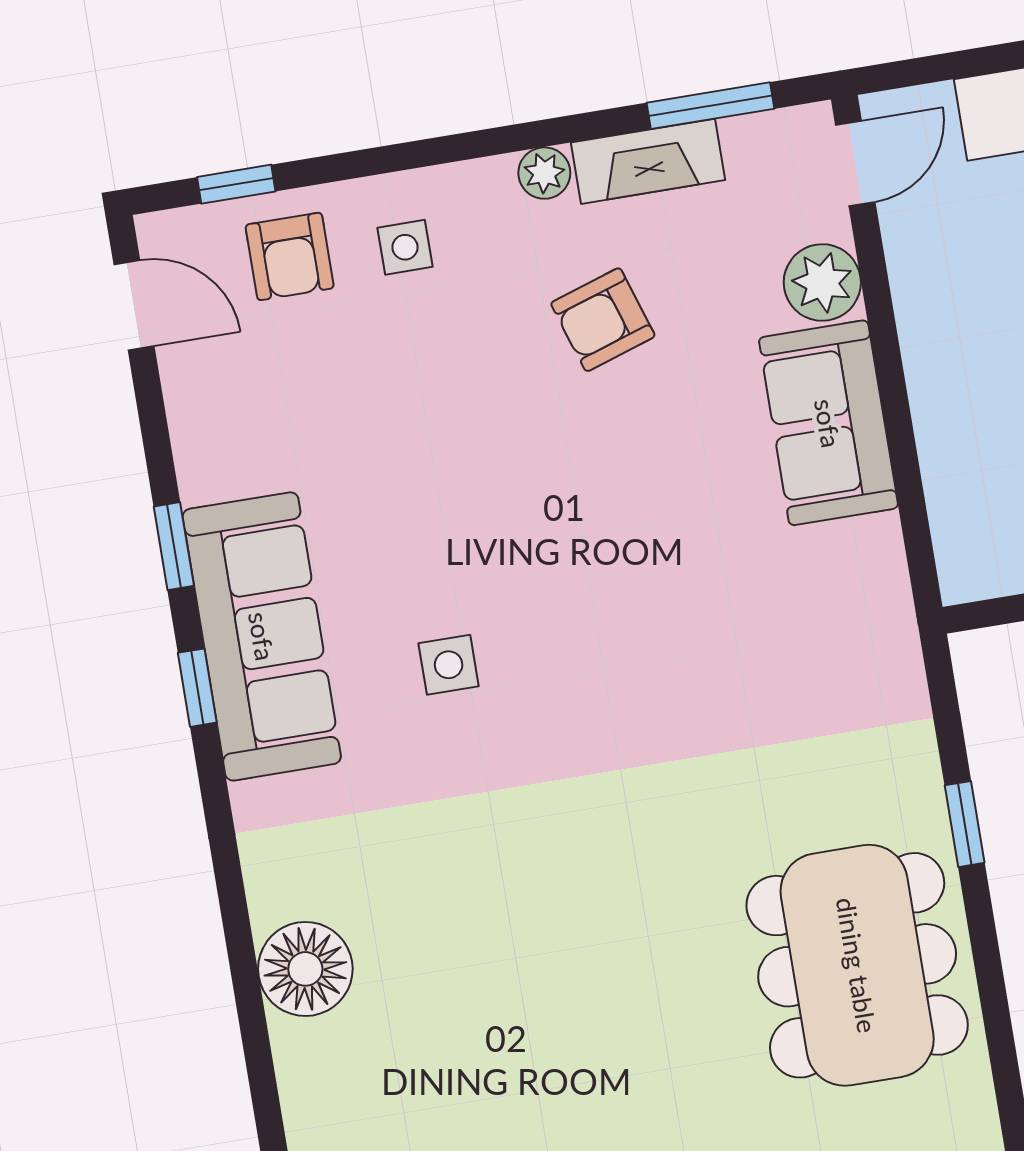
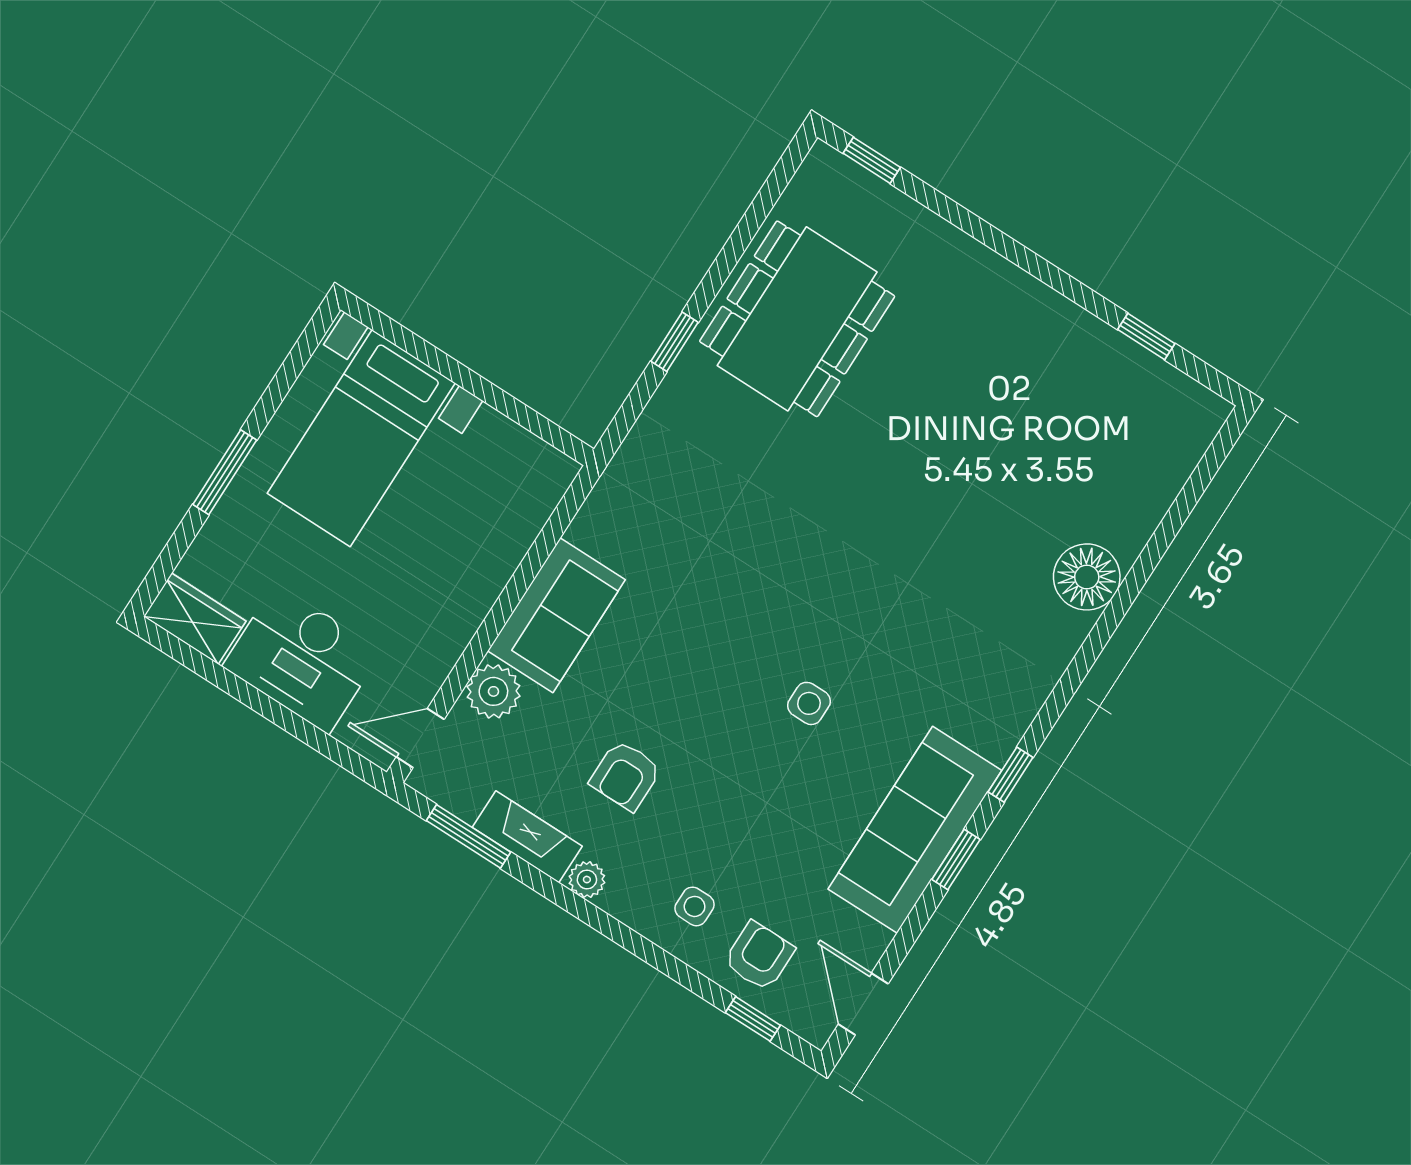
armchair: (603, 320) -> (625, 775), turned 108
sofa: (262, 636) -> (915, 830), moved
side table: (449, 665) -> (809, 703), moved

